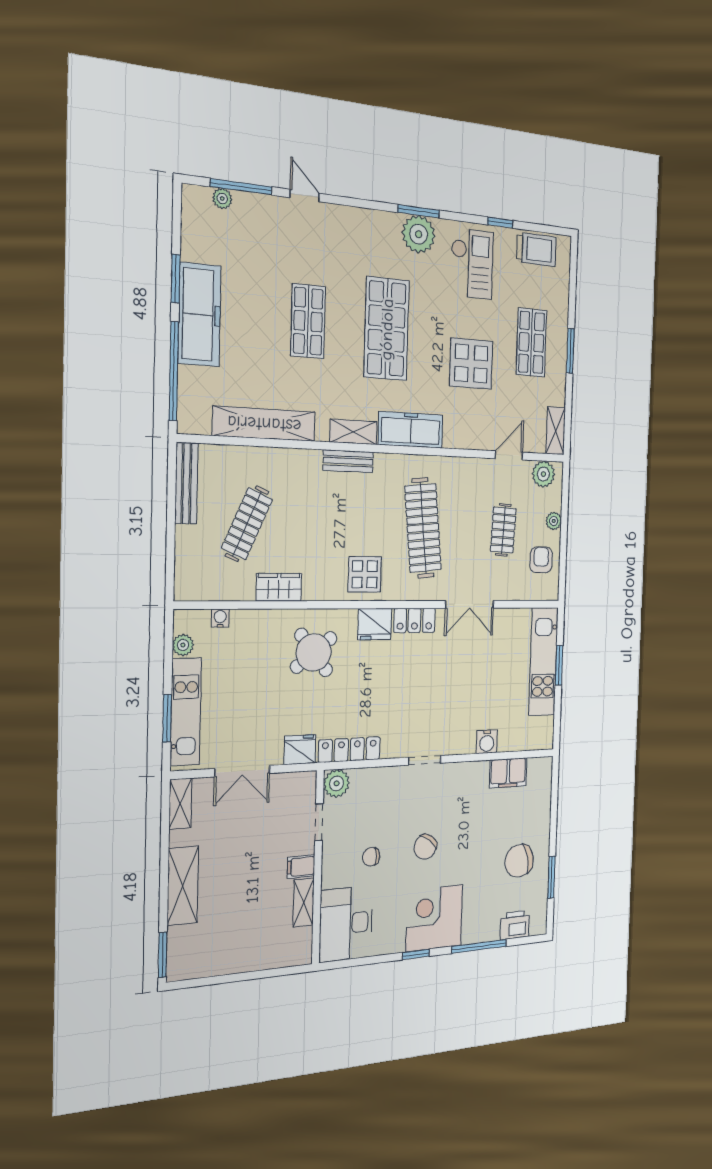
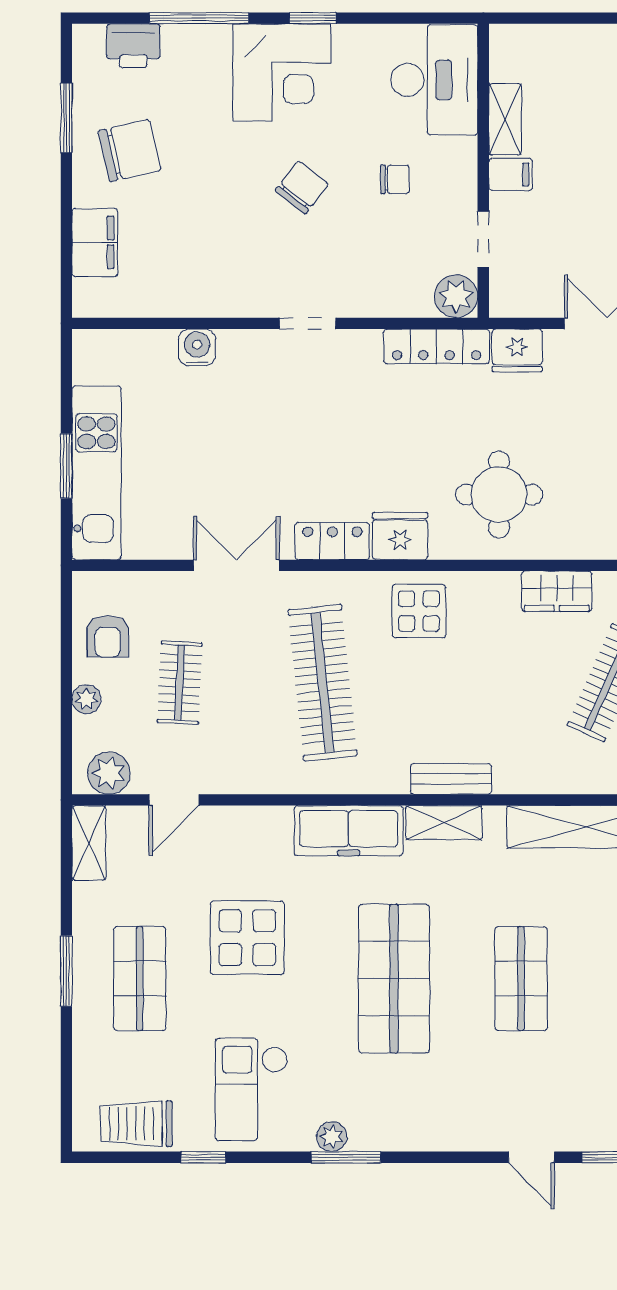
plant: (419, 234) -> (332, 1137), width x0.53, depth x0.53
round table: (314, 652) -> (499, 495), turned 38
filing cabinet: (508, 773) -> (95, 242), moved, turned 90

